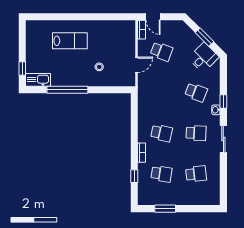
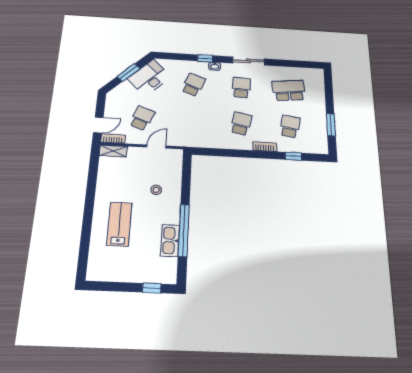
shelving: (131, 31) -> (113, 151), added
desk: (203, 58) -> (149, 78), width x1.37
door: (137, 65) -> (156, 147), hinge flipped
kitchen sink: (38, 80) -> (170, 240), moved
school desk: (196, 174) -> (289, 90), width x1.85

